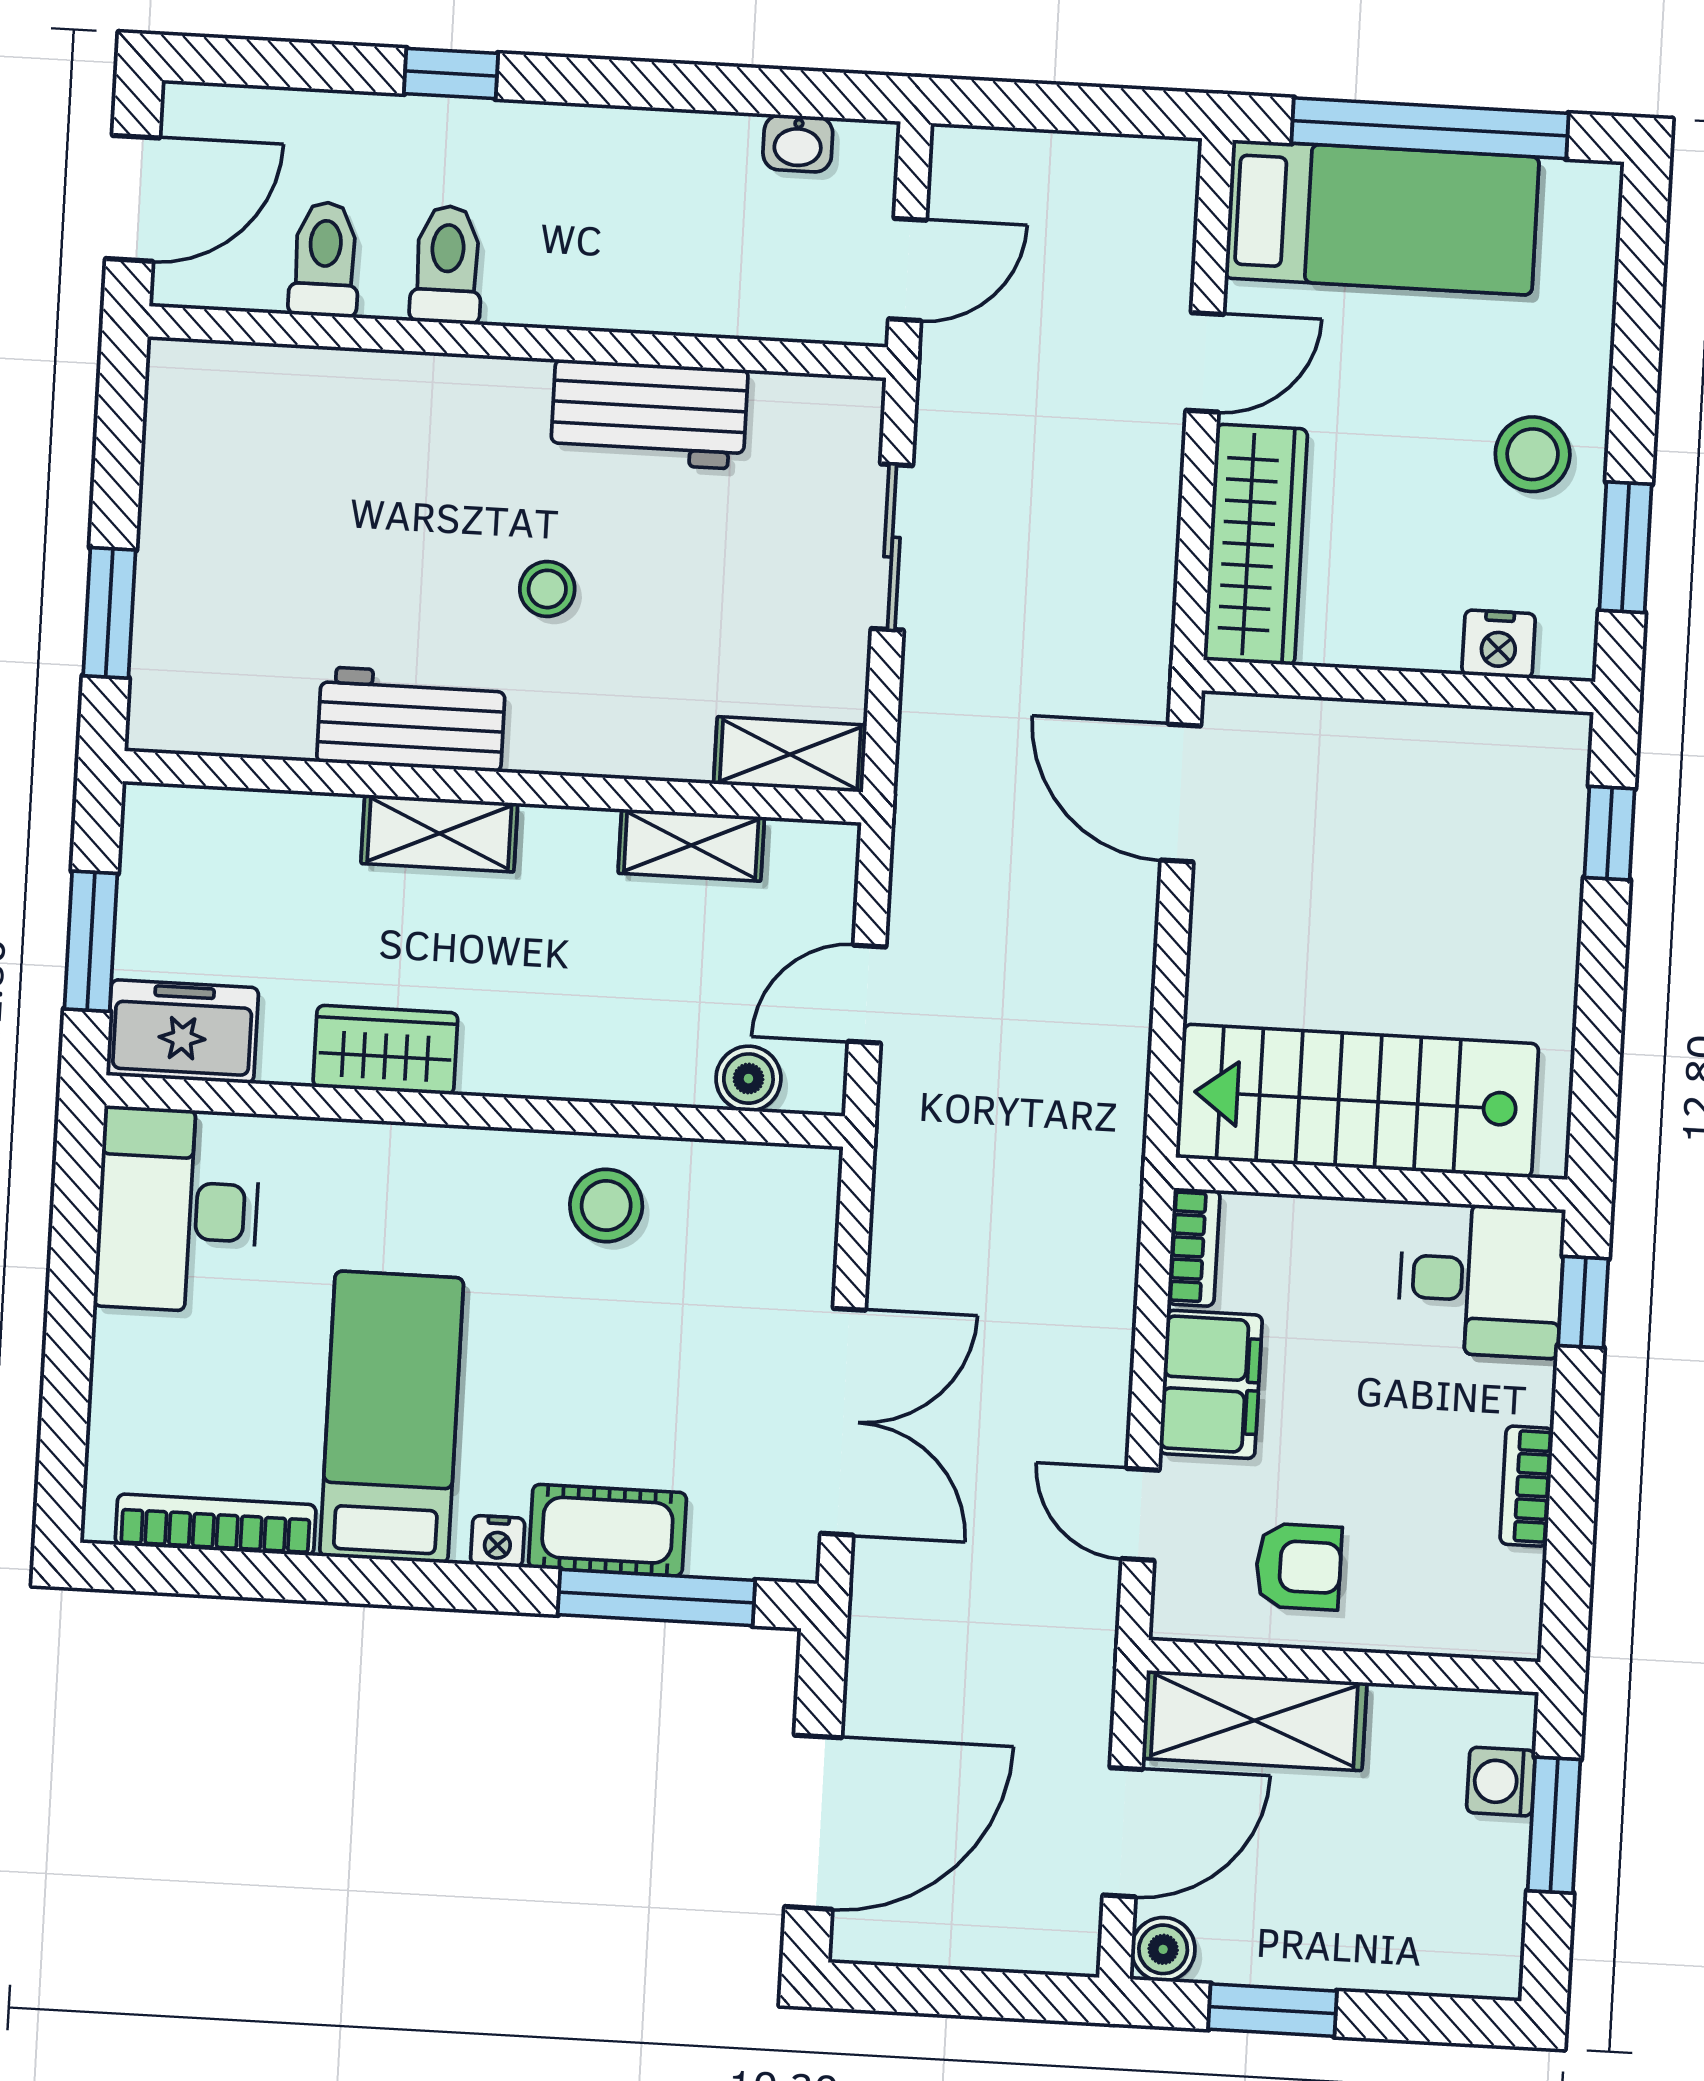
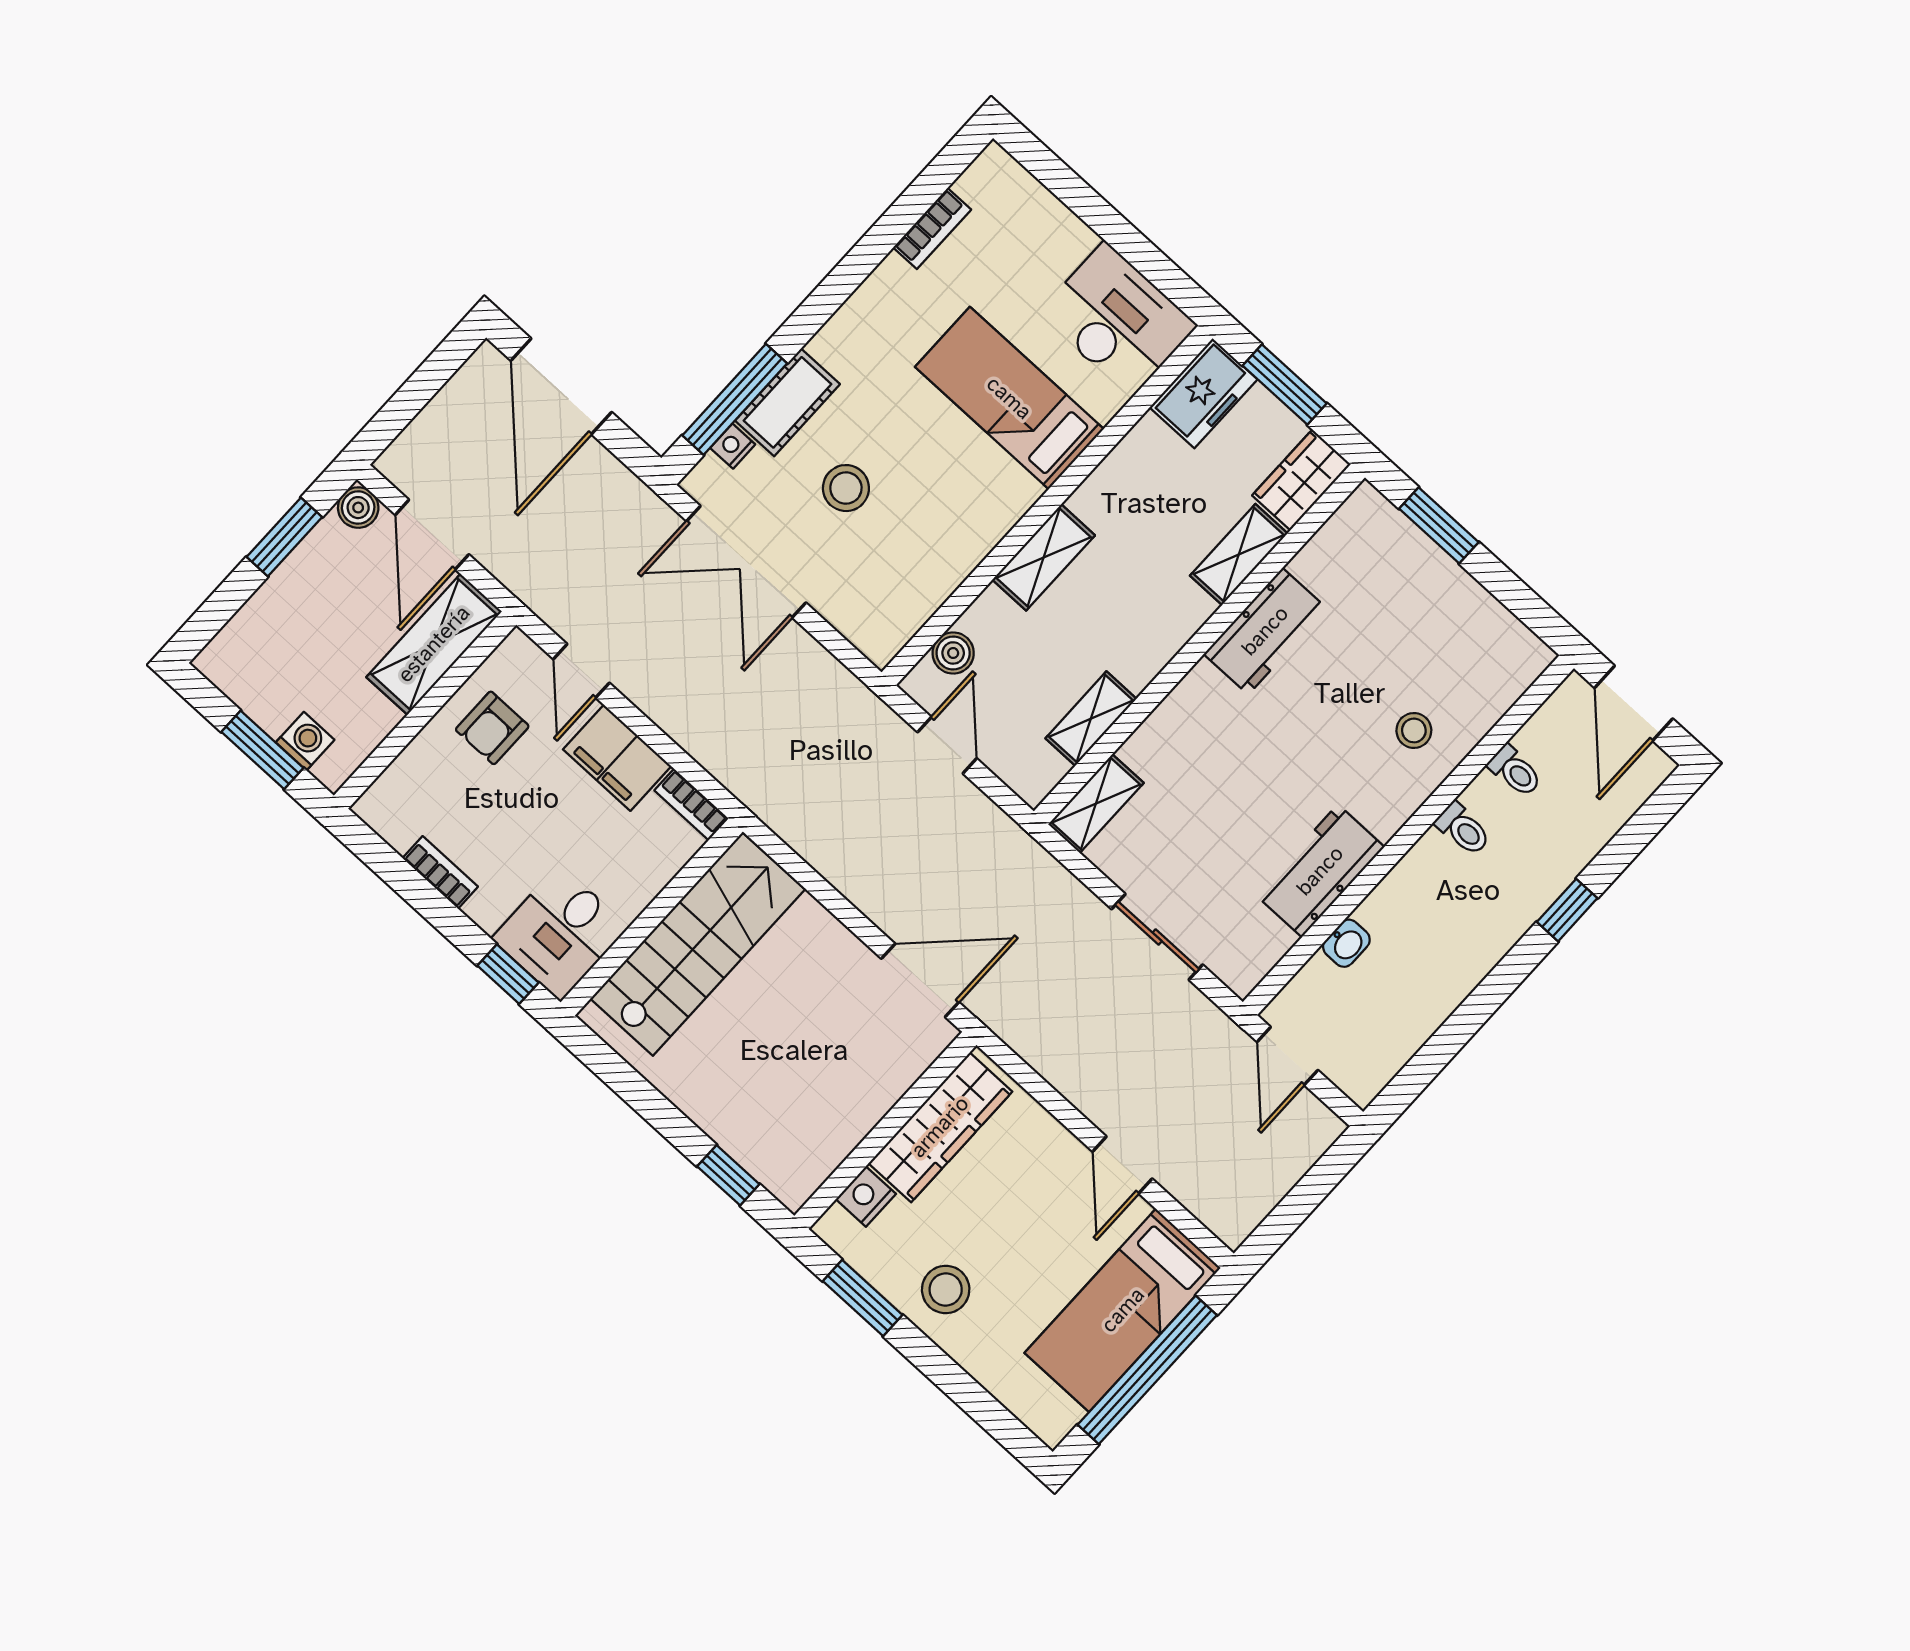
washbasin: (798, 143) -> (1346, 943), moved, turned 180
toilet: (325, 259) -> (1515, 771), width x0.73, depth x0.72
toilet: (447, 265) -> (1463, 829), width x0.73, depth x0.72
wardrobe: (1256, 545) -> (940, 1127), moved, turned -90
stool: (547, 589) -> (1414, 730), moved
shelving: (439, 833) -> (1239, 554), moved
wardrobe: (385, 1050) -> (1301, 480), moved, turned 180
shelving: (542, 1063) -> (1044, 557), added
stool: (606, 1205) -> (846, 488), moved
bed: (392, 1417) -> (1009, 398), moved, turned 180
door: (1140, 1514) -> (581, 671), swing flipped
bookcase: (216, 1525) -> (932, 228), width x0.64
nightstand: (498, 1541) -> (733, 446), moved

